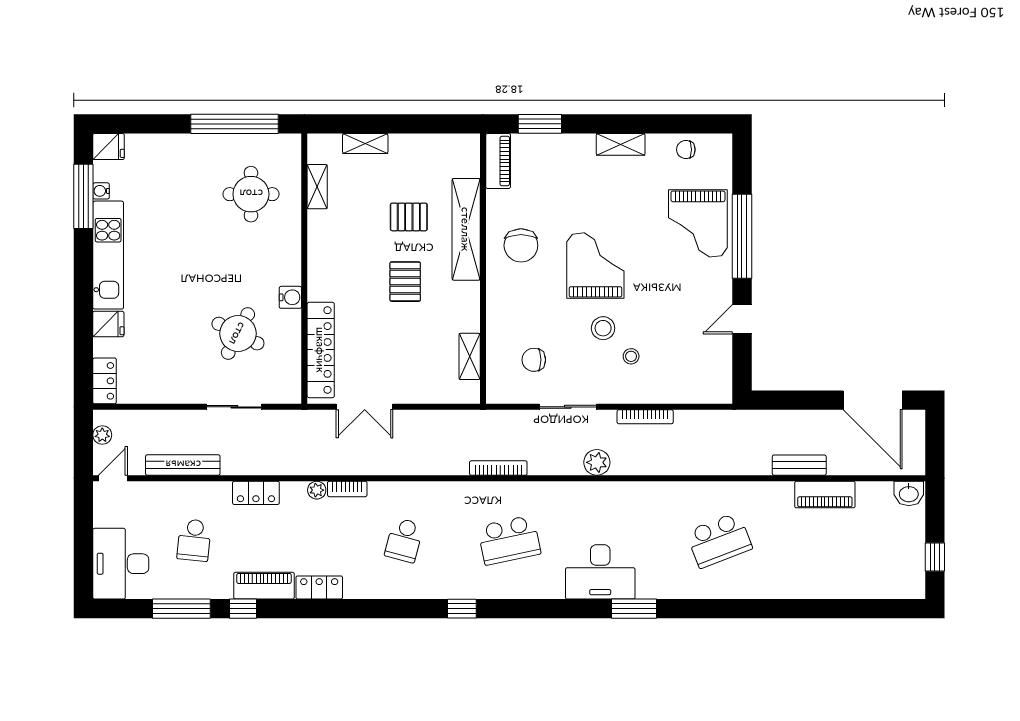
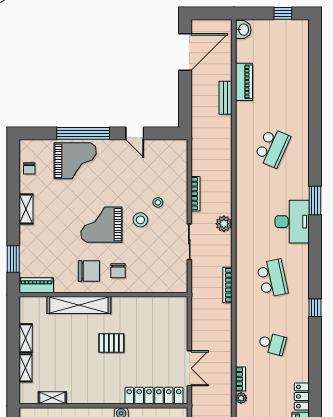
pallet: (409, 217) -> (71, 341), removed
shelving: (470, 356) -> (26, 338), moved, turned 90
chair: (534, 360) -> (118, 271), moved
school desk: (719, 540) -> (272, 148), turned 45

